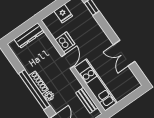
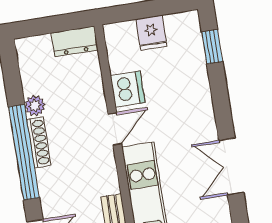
dresser: (29, 35) -> (75, 41), width x0.70
plant: (49, 96) -> (35, 106), moved

